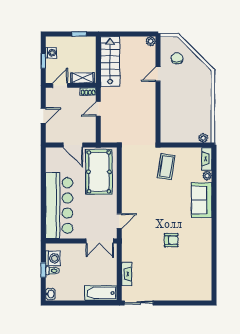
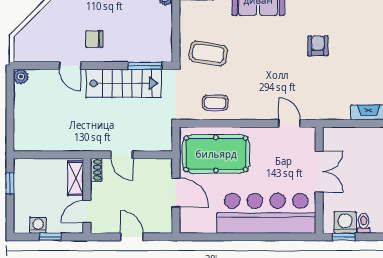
chair: (177, 58) -> (94, 39), moved
stairs: (110, 61) -> (124, 83), moved, turned 180
door: (60, 85) -> (87, 212), hinge flipped
window: (158, 124) -> (145, 66), added
door: (73, 145) -> (176, 193), hinge flipped
coffee table: (133, 171) -> (215, 103), added
double door: (100, 241) -> (319, 172), moved
window: (43, 270) -> (344, 237), moved

